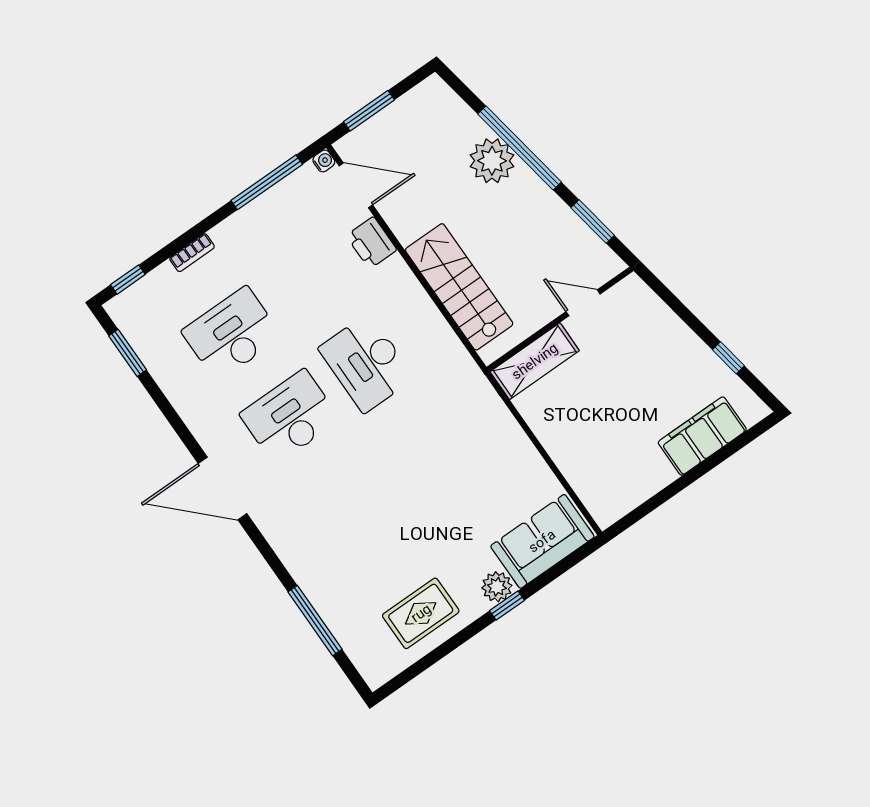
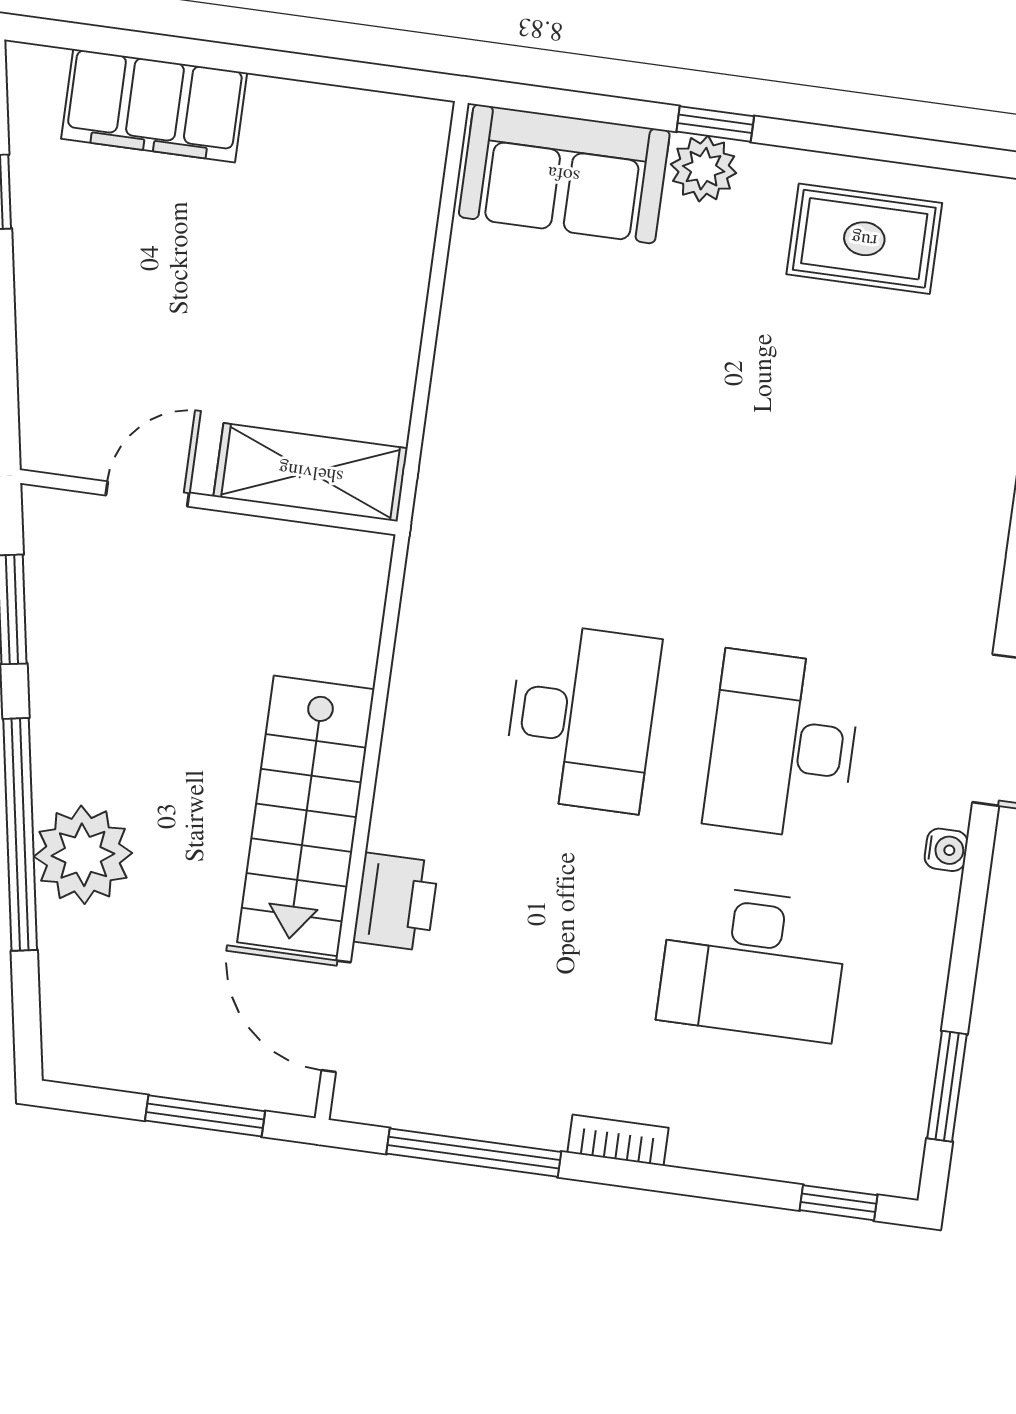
water cooler: (324, 161) -> (946, 850), moved, turned 180
bookcase: (192, 253) -> (618, 1140), moved
stairs: (459, 287) -> (306, 816), moved
door: (583, 303) -> (147, 494), swing flipped
desk: (290, 417) -> (783, 745), turned 90

